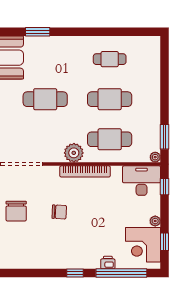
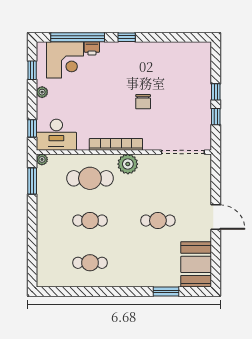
cafe table: (45, 99) -> (158, 221), width x0.73, depth x0.74
cafe table: (110, 99) -> (90, 221), width x0.73, depth x0.74
chair: (16, 211) -> (189, 103), removed
chair: (59, 212) -> (143, 102), turned -93
corner desk: (143, 245) -> (65, 60), moved, turned 90

